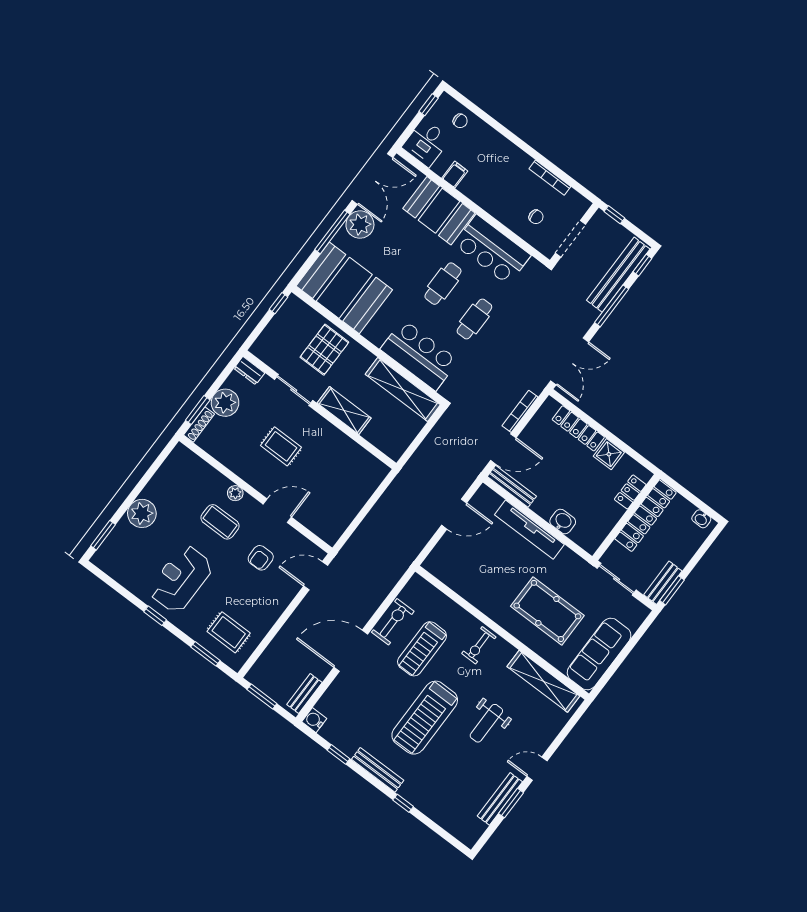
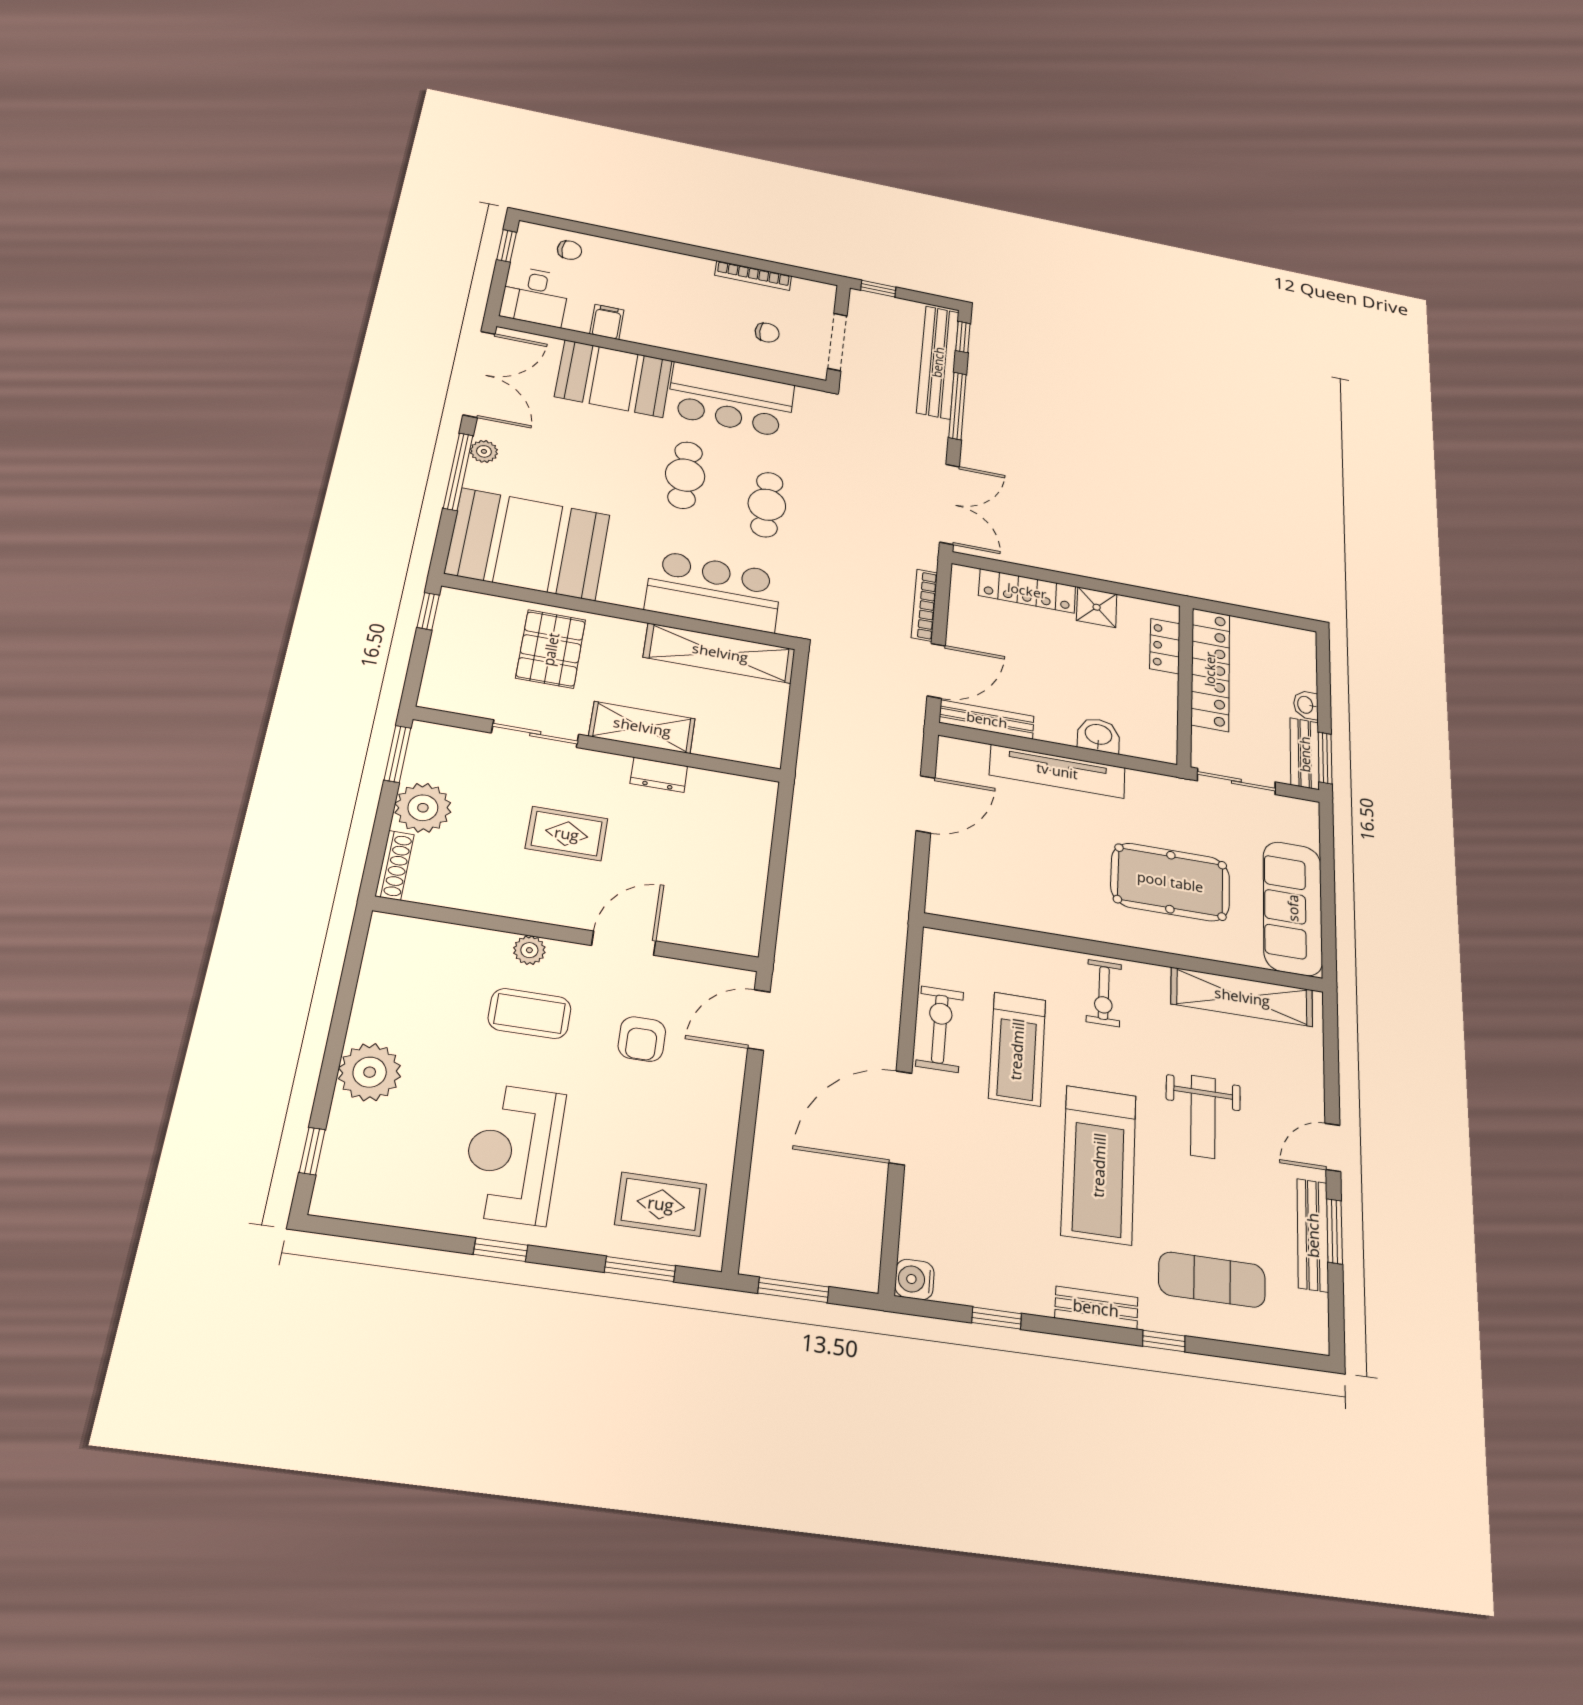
plant: (360, 225) -> (484, 451), width x0.53, depth x0.53
dresser: (249, 371) -> (659, 775), moved
window: (198, 410) -> (398, 754), moved
washbasin: (701, 519) -> (1306, 705), moved, turned 90
window: (103, 535) -> (312, 1151), width x0.67
bench: (304, 693) -> (867, 1240), removed
bench: (378, 770) -> (1096, 1308), width x0.73
exercise mat: (441, 791) -> (1212, 1280), added

